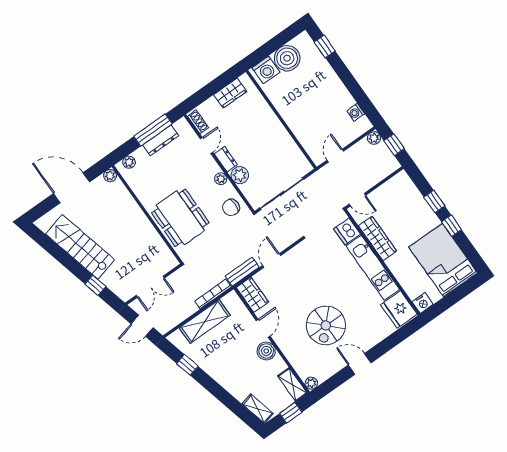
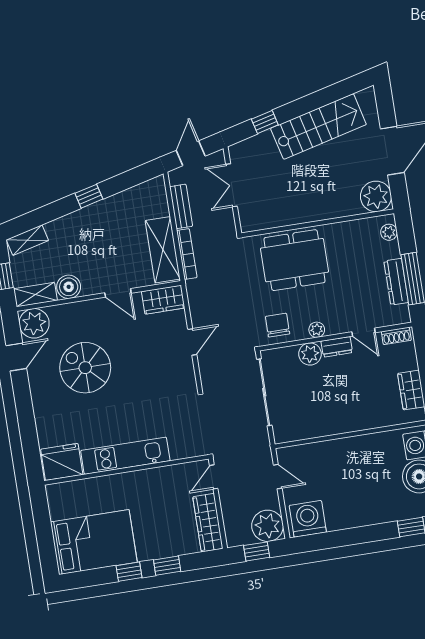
washing machine: (356, 112) -> (308, 519), width x1.89, depth x1.89
plant: (374, 138) -> (268, 526), width x1.88, depth x1.88
plant: (110, 176) -> (376, 196), width x1.88, depth x1.88
dishwasher: (347, 231) -> (183, 447), removed
wardrobe: (377, 238) -> (208, 523), moved, turned 90
door: (272, 260) -> (192, 342), hinge flipped
bench: (242, 272) -> (181, 206), moved
nightstand: (423, 303) -> (56, 494), removed
shelving: (205, 322) -> (163, 250), moved
boiler: (266, 351) -> (69, 287), moved
door: (360, 364) -> (16, 357), moved
window: (187, 365) -> (89, 196), moved
plant: (311, 383) -> (34, 323), width x1.88, depth x1.88

